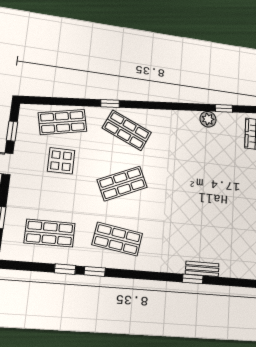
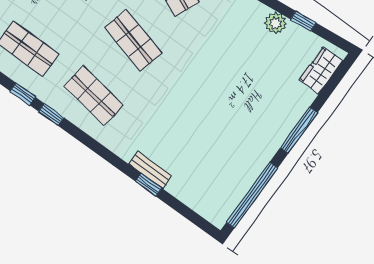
shop shelf: (122, 183) -> (133, 40), turned 39
bench: (202, 269) -> (150, 170), moved

